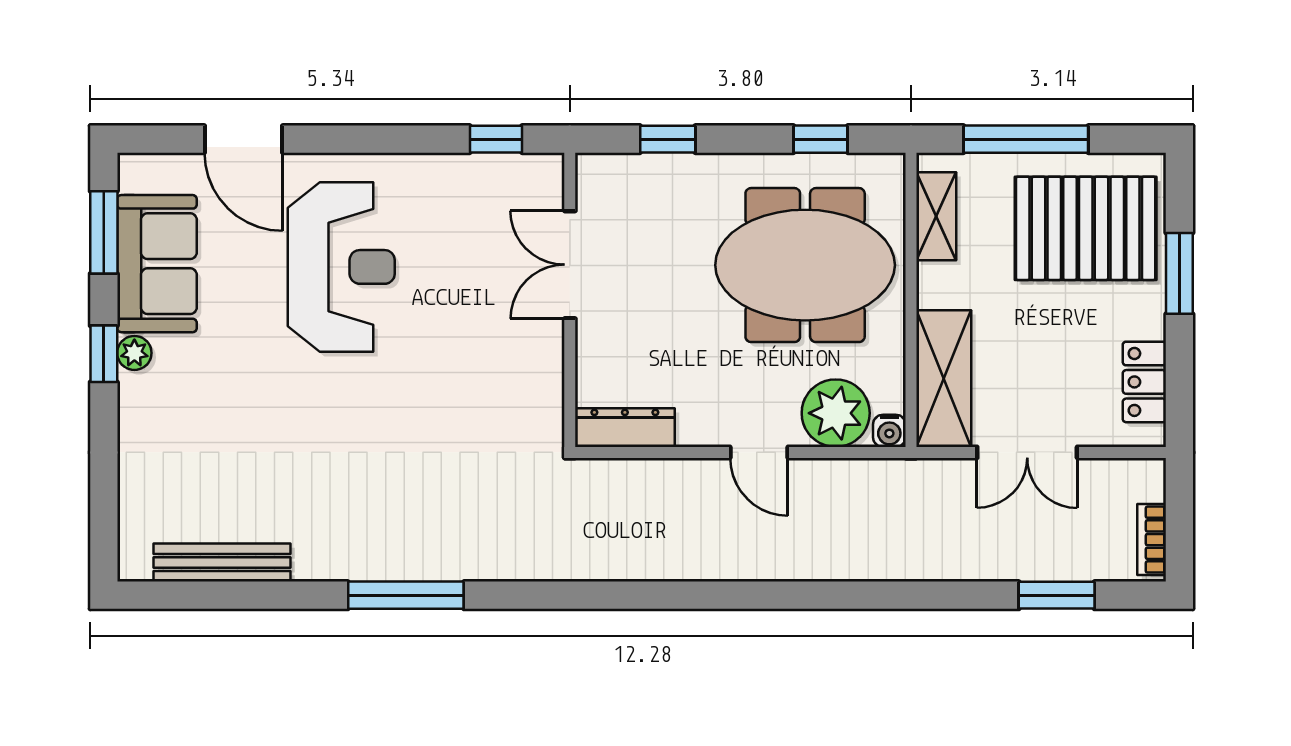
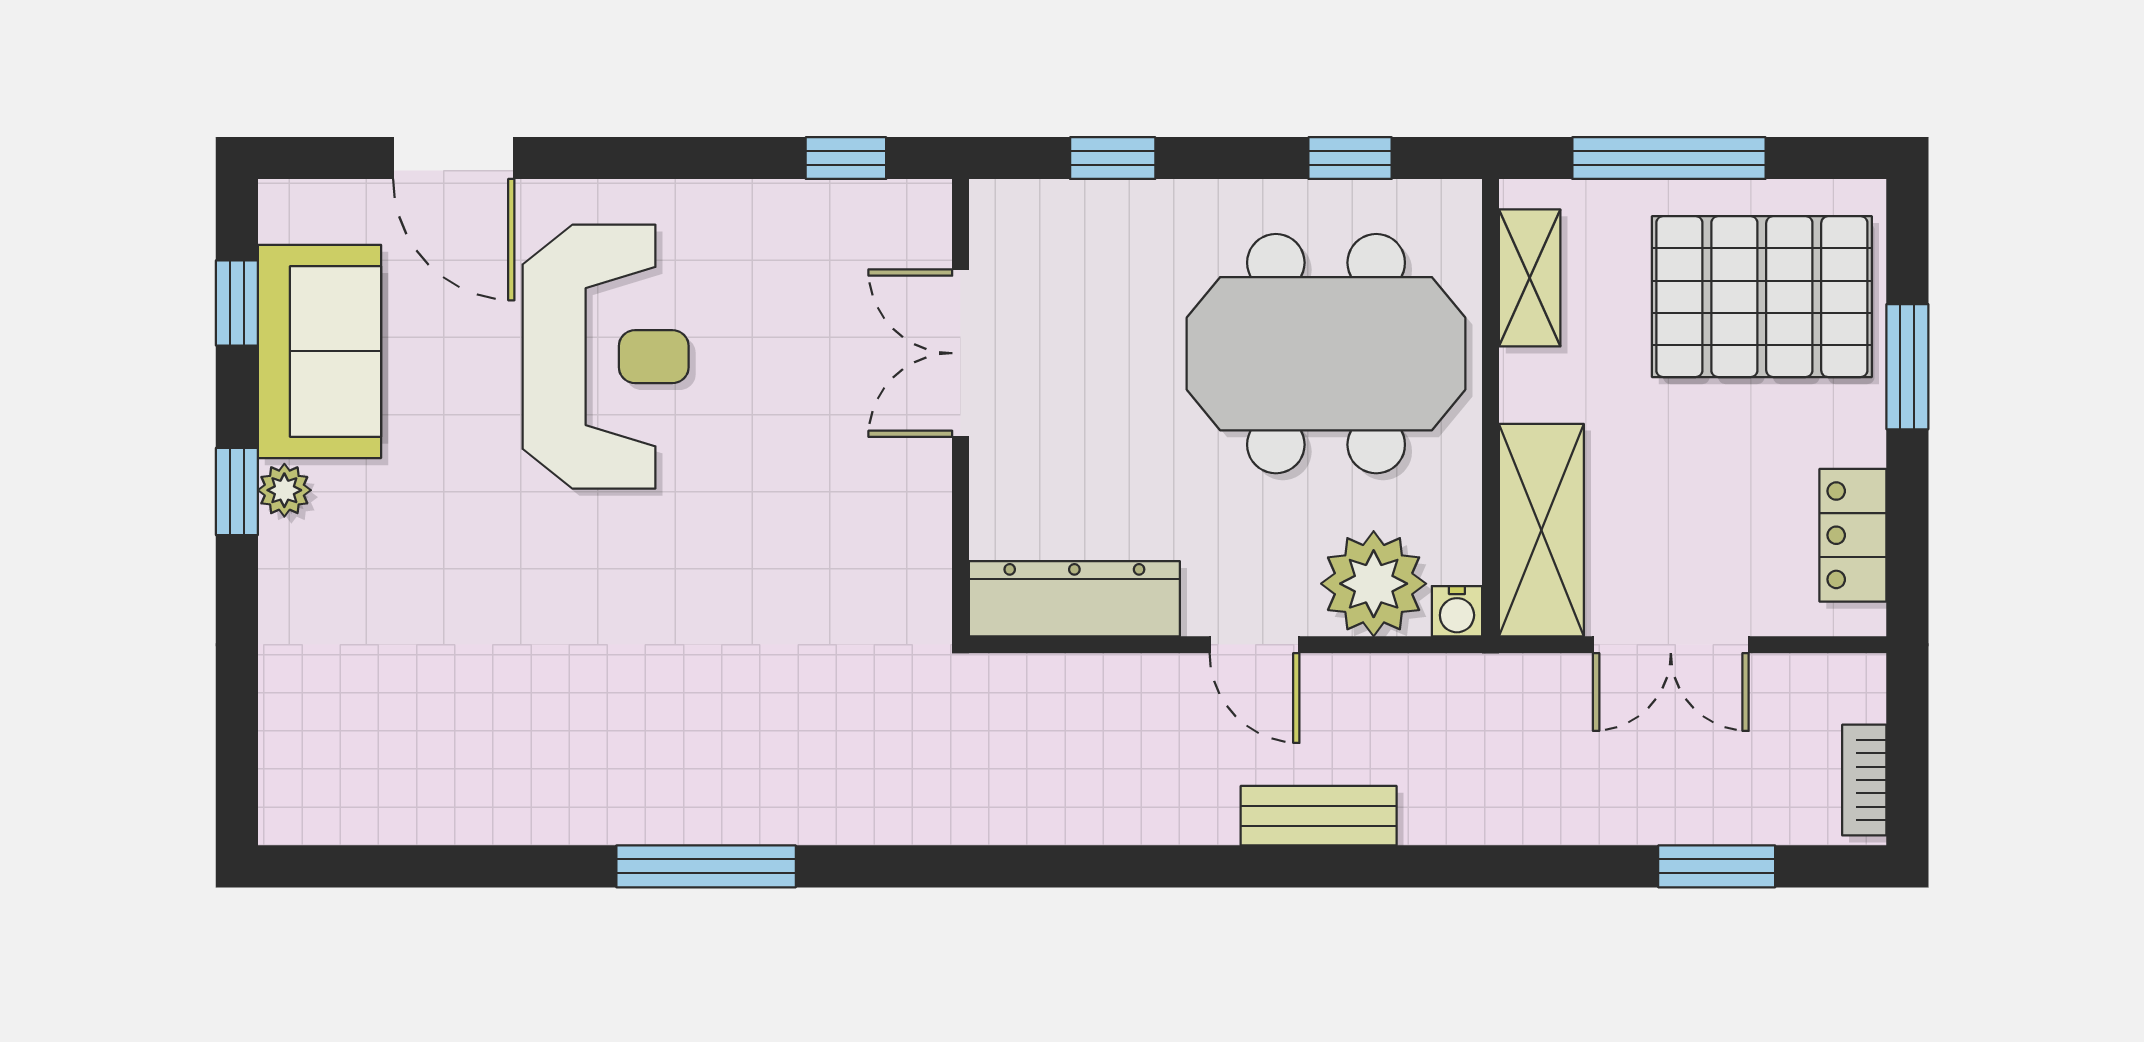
window: (104, 232) -> (237, 303), width x0.67
dresser: (625, 428) -> (1074, 599), width x1.37, depth x1.24
bench: (222, 563) -> (1319, 816), moved, width x0.73

